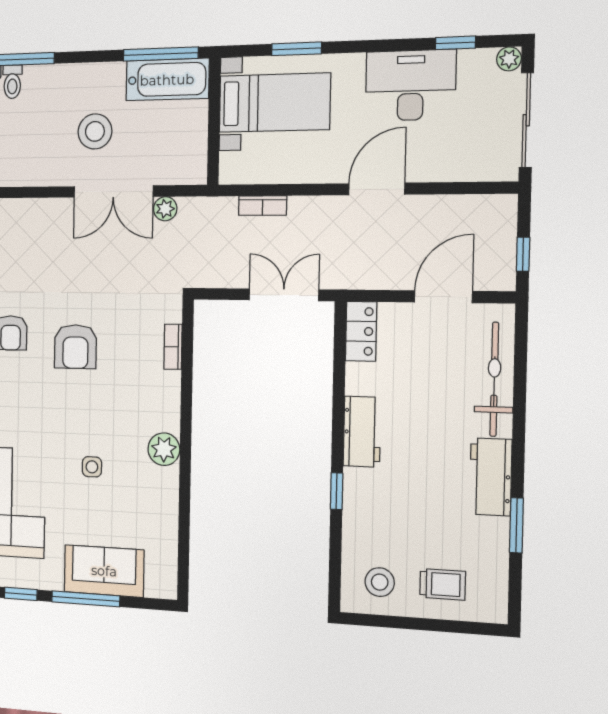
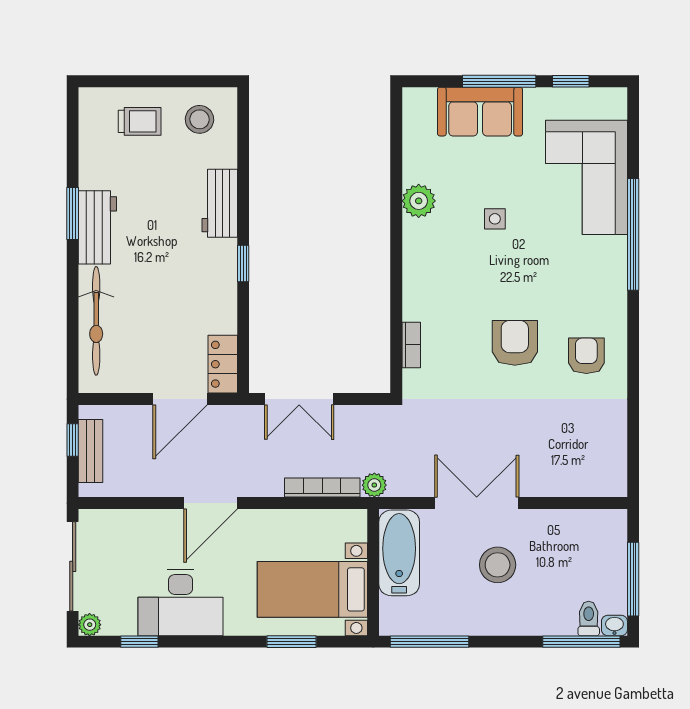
bathtub: (167, 80) -> (399, 553), moved, turned 90
bookcase: (263, 206) -> (322, 488), width x1.56
plant: (165, 209) -> (374, 485), moved
bench: (504, 243) -> (91, 451), added
door: (443, 297) -> (180, 399), moved
workbench: (362, 432) -> (220, 203), moved
plant: (164, 449) -> (419, 201), moved
window: (337, 491) -> (243, 264), moved
window: (516, 525) -> (73, 213), moved
trolley: (443, 584) -> (140, 121), turned 180

